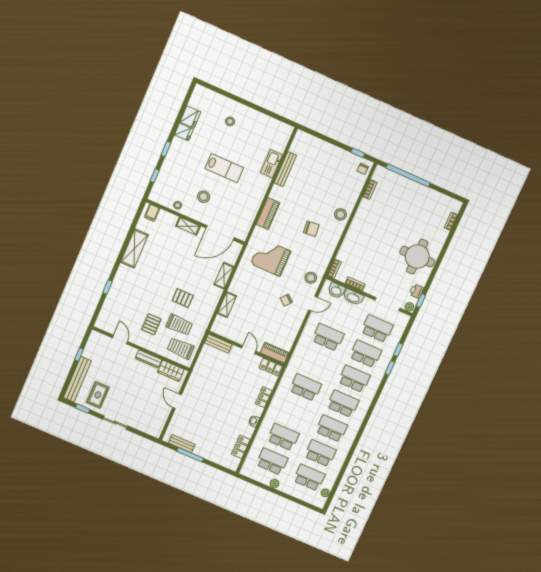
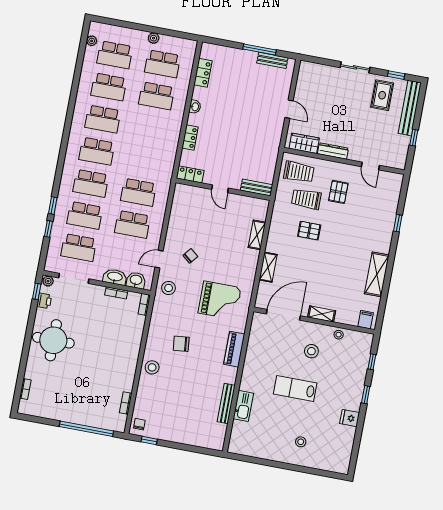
fridge: (190, 117) -> (346, 436), removed
piano: (275, 353) -> (189, 192), removed
school desk: (305, 387) -> (138, 192), moved

